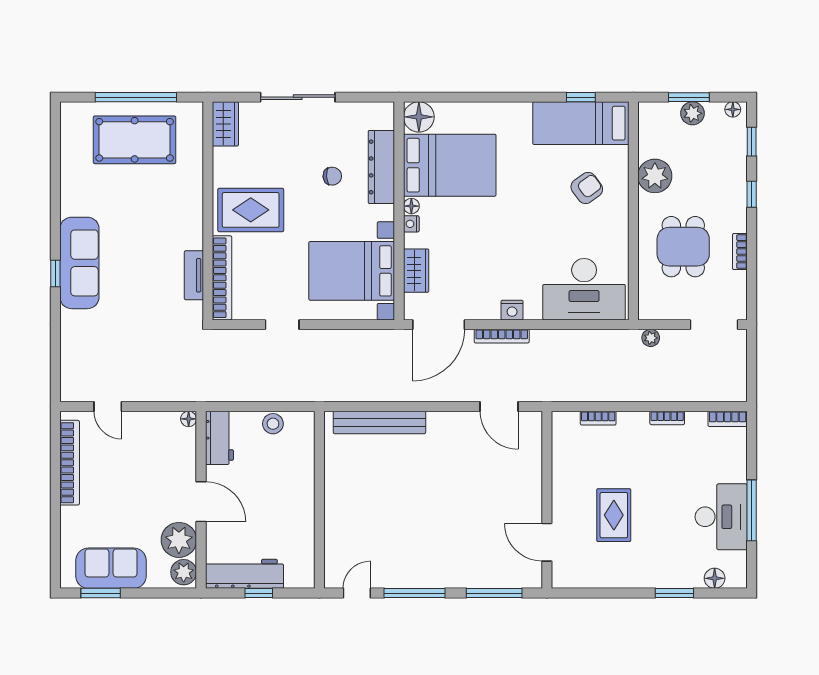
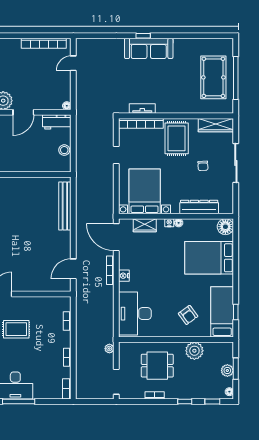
wardrobe: (225, 124) -> (216, 125), width x1.50
bed: (450, 165) -> (209, 258), moved, turned 90
chair: (332, 176) -> (203, 166), moved

